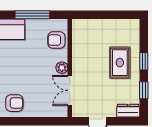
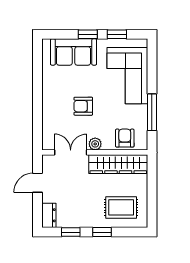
wardrobe: (81, 46) -> (118, 164), added
rug: (120, 63) -> (121, 207), moved
armchair: (14, 103) -> (83, 106), moved, turned 90

